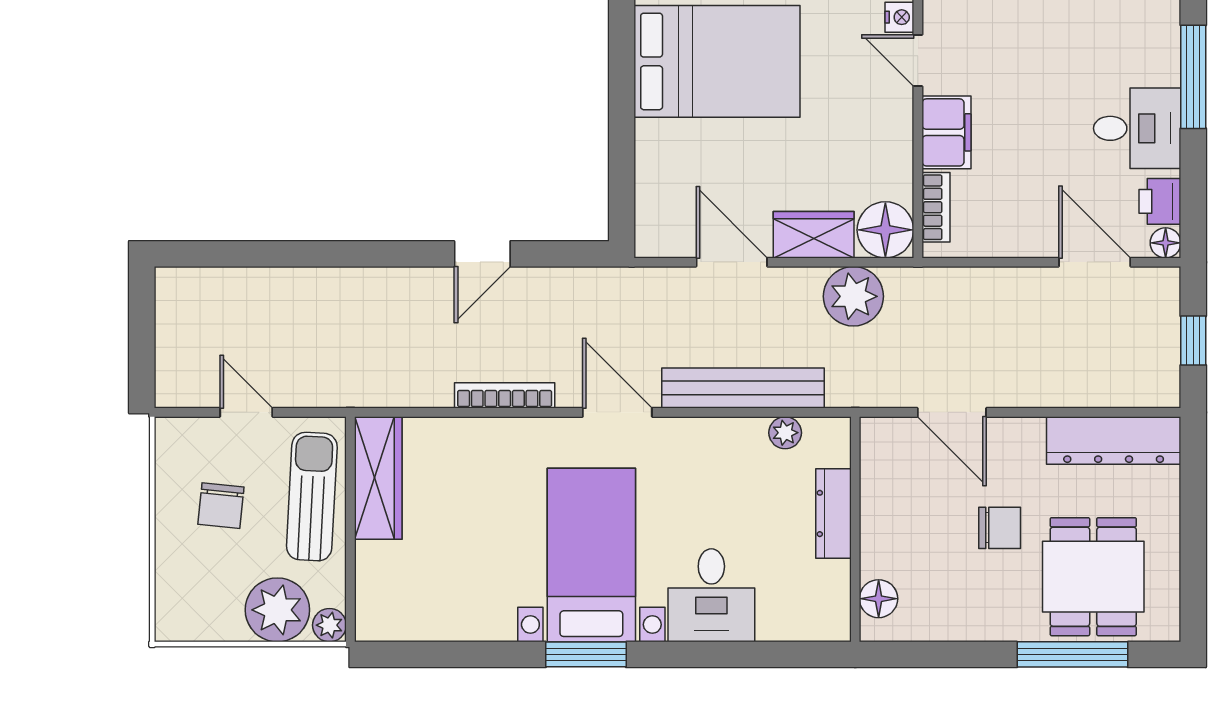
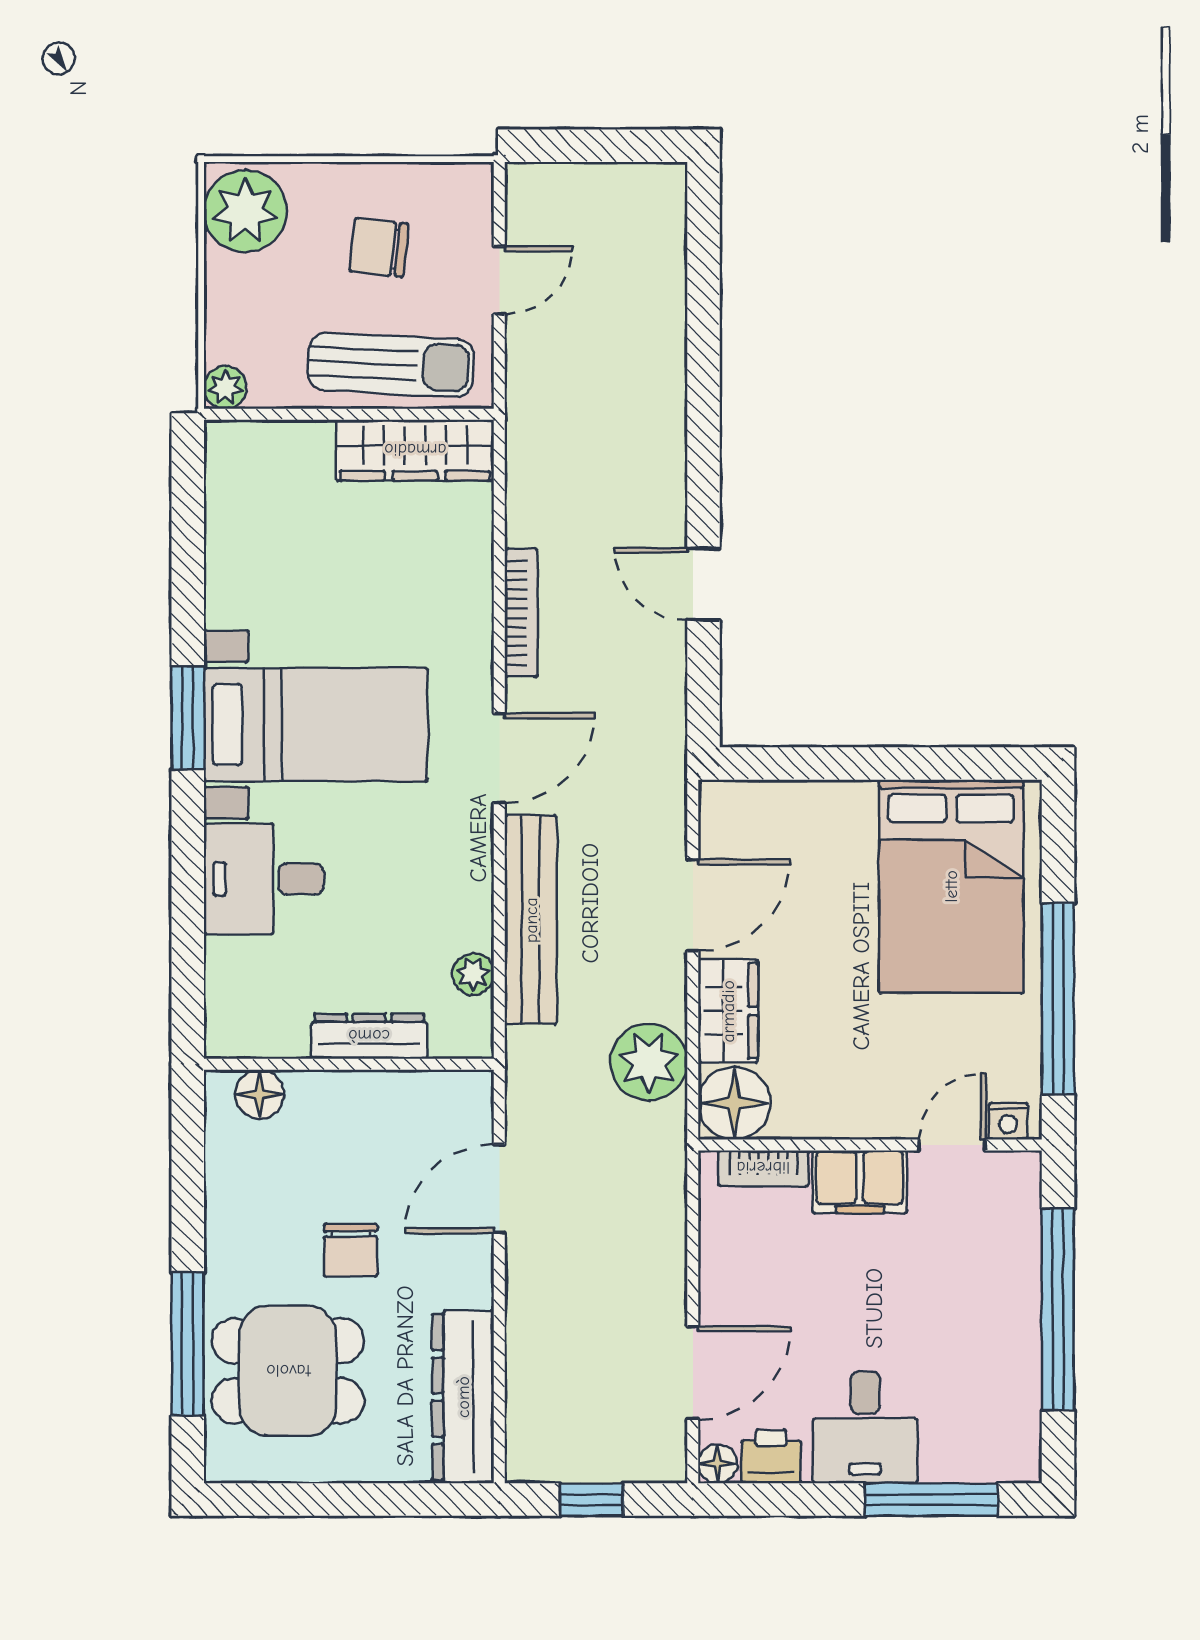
plant: (277, 610) -> (245, 211), moved

